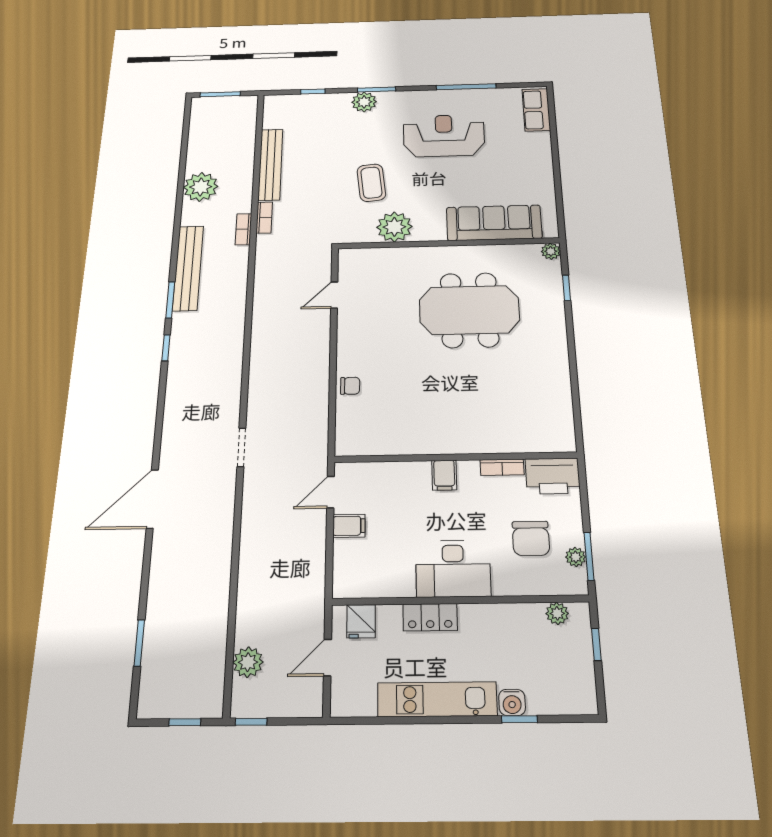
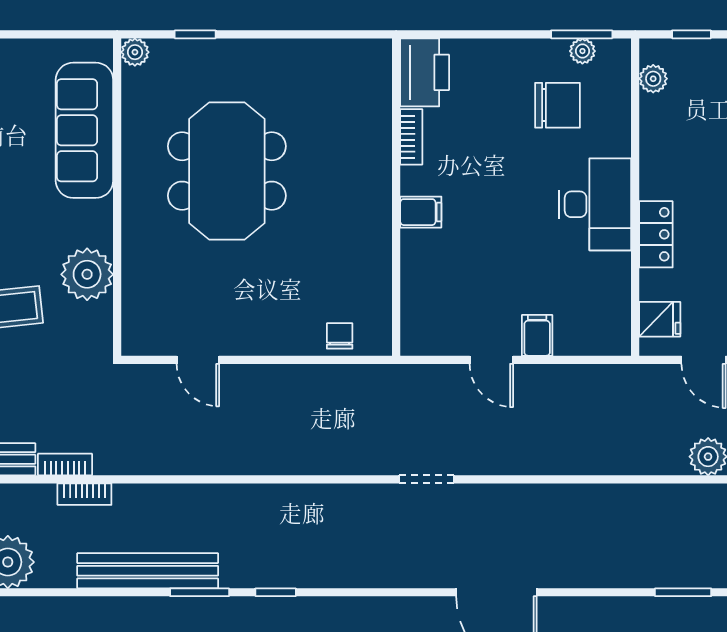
wall: (455, 457) -> (396, 197), moved
bookcase: (502, 467) -> (411, 137), moved
filing cabinet: (444, 475) -> (421, 212), moved
printer: (553, 476) -> (425, 72), moved

